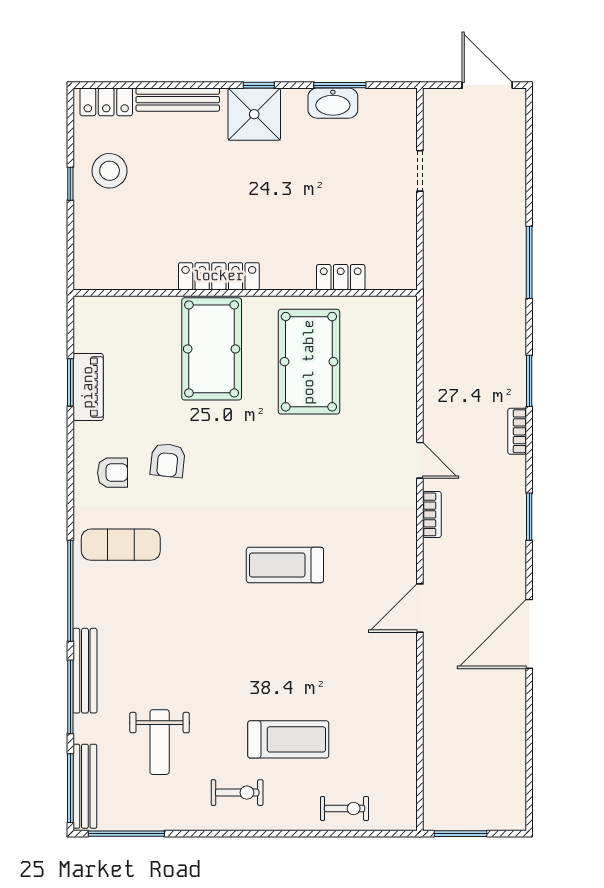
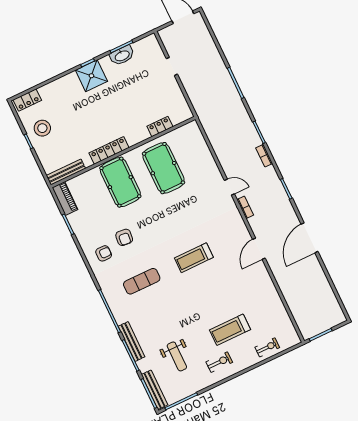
bench: (178, 100) -> (66, 172), moved
piano: (88, 387) -> (65, 199), moved
exercise mat: (121, 545) -> (142, 281), moved
treadmill: (288, 739) -> (230, 330), turned 180

